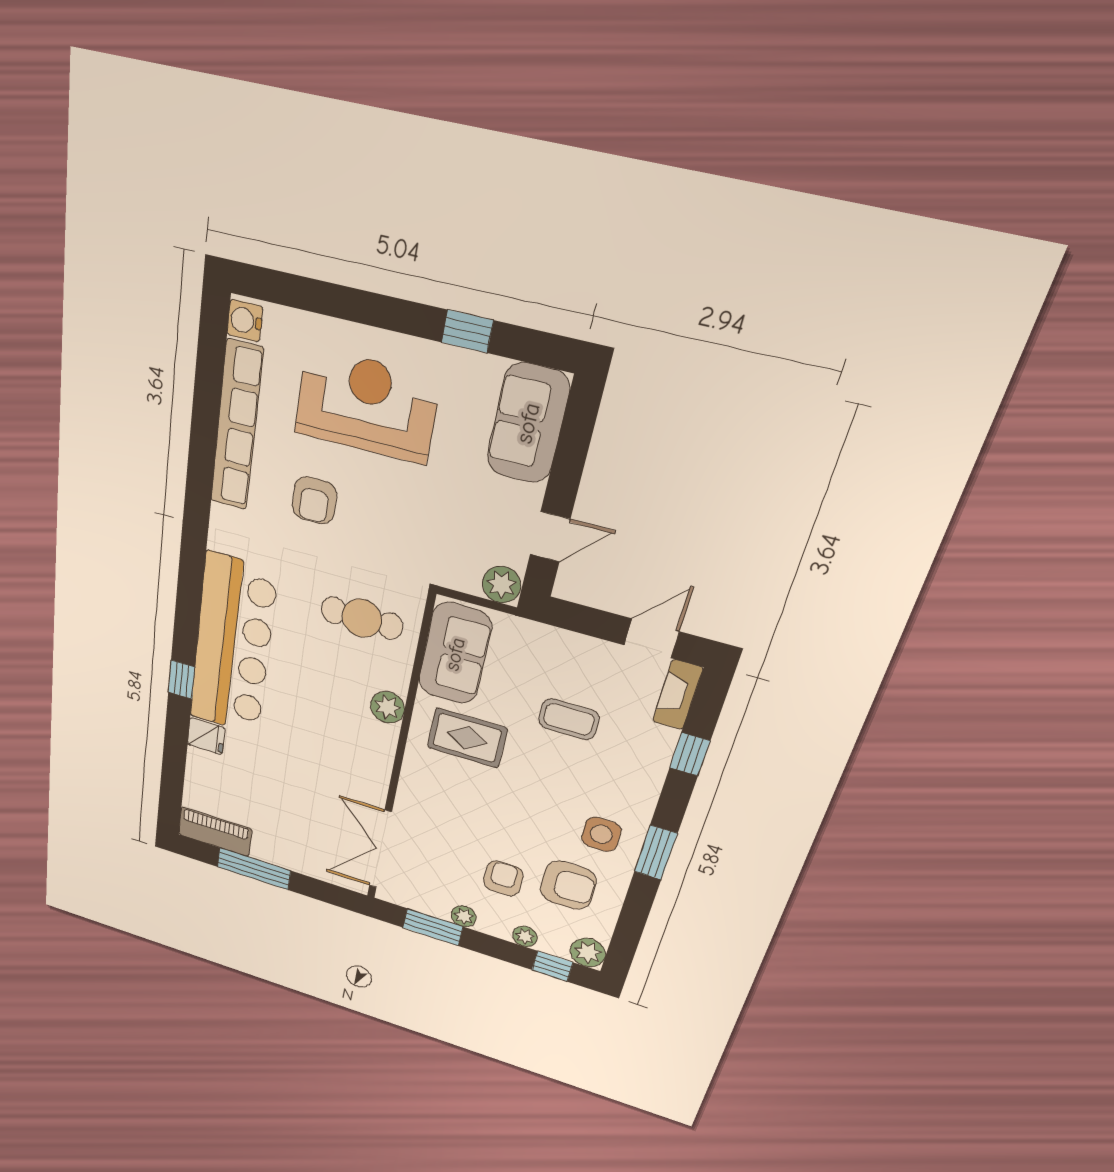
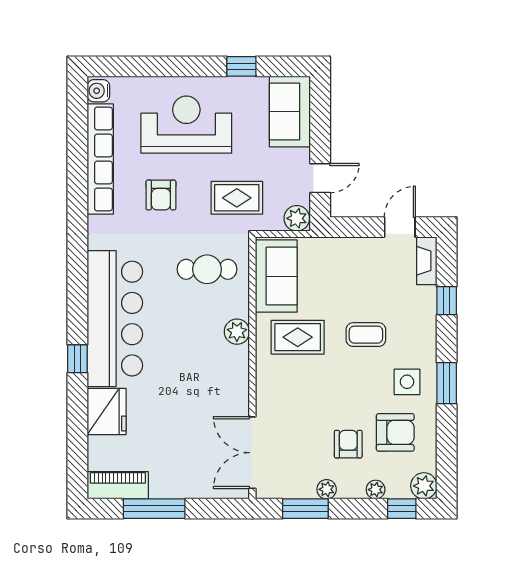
rug: (421, 533) -> (237, 198), added
coffee table: (569, 719) -> (366, 335), moved
fridge: (206, 736) -> (107, 412), width x1.88, depth x1.34

